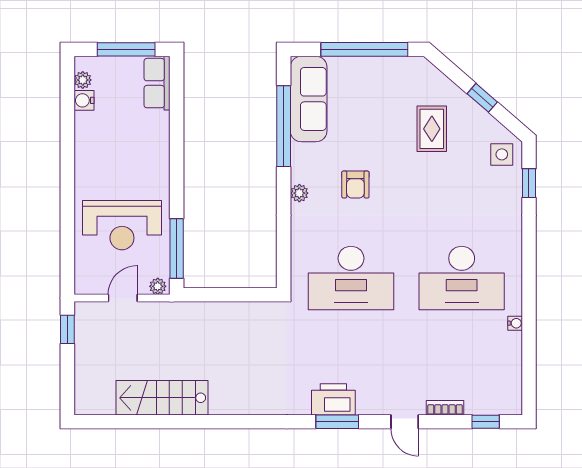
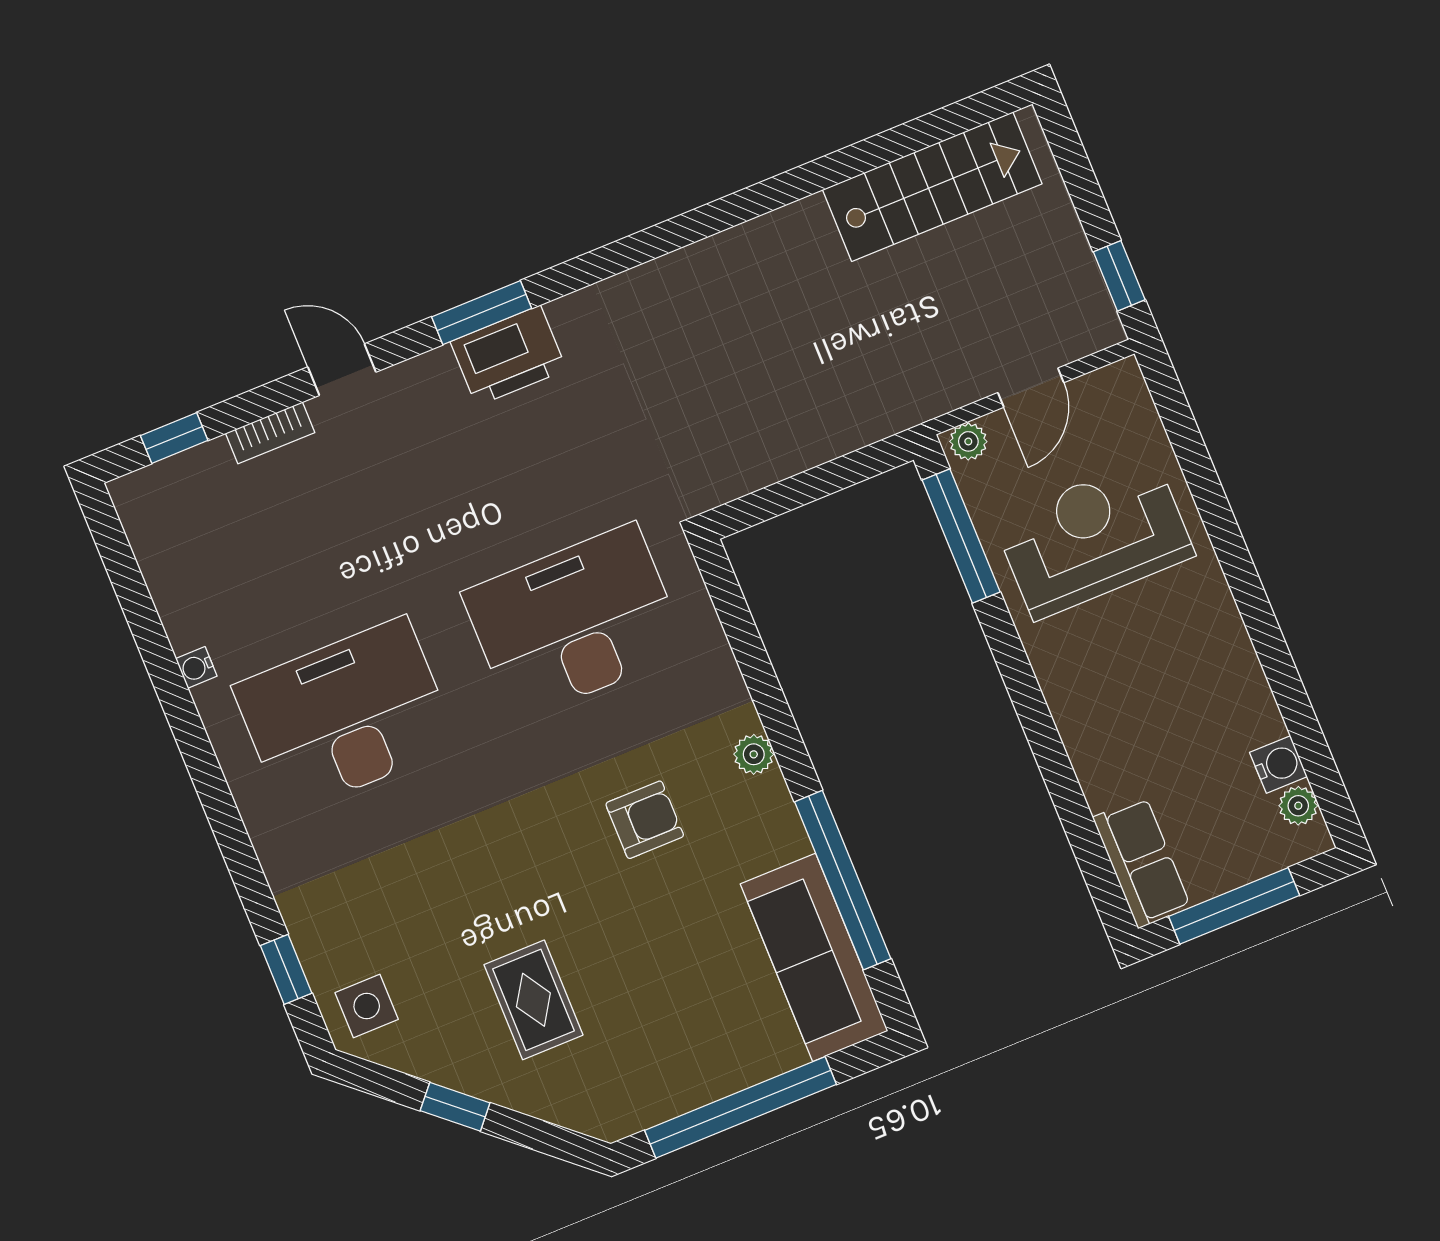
armchair: (355, 185) -> (645, 820), turned 90
stairs: (162, 398) -> (932, 187), moved

